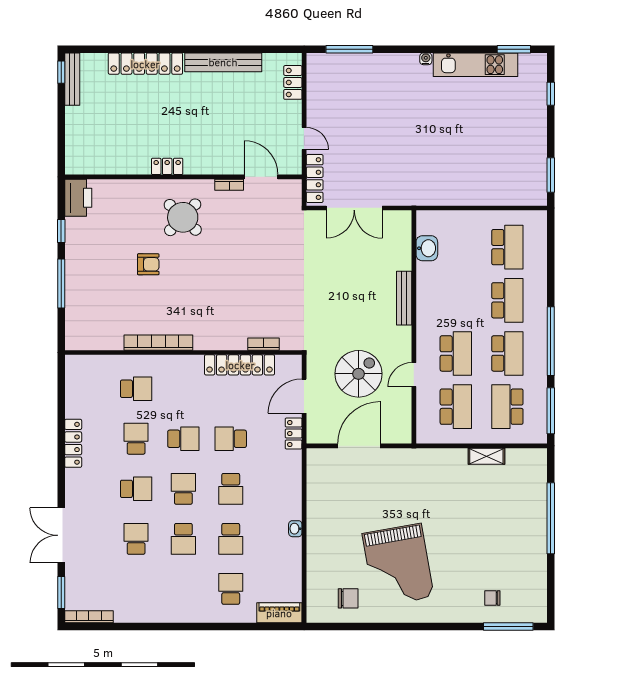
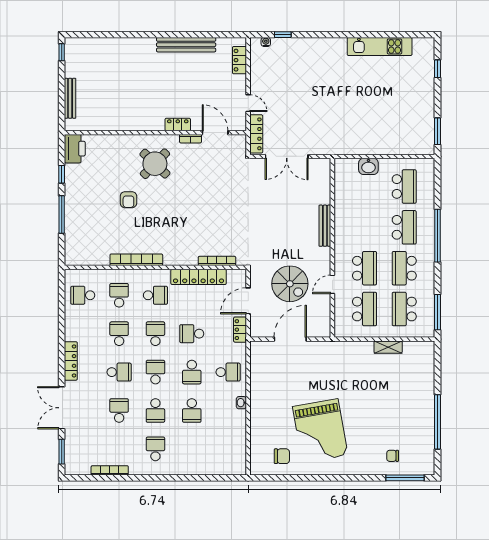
window: (349, 49) -> (283, 35), width x0.46
window: (514, 49) -> (409, 35), removed
water cooler: (426, 59) -> (266, 42), moved
locker: (145, 64) -> (126, 46), removed
bench: (72, 79) -> (70, 98), moved
locker: (167, 166) -> (178, 125), moved
washbasin: (427, 248) -> (368, 166), moved, turned 90
armchair: (148, 264) -> (128, 200), turned 90
window: (551, 341) -> (437, 236), moved
bookcase: (264, 344) -> (217, 261), width x1.56
school desk: (507, 353) -> (404, 268), turned 180
spiral stairs: (359, 374) -> (290, 284), turned 90
school desk: (89, 389) -> (83, 295), added
school desk: (136, 389) -> (119, 295), turned -90
school desk: (183, 389) -> (155, 295), added
school desk: (183, 439) -> (155, 334), turned -90
locker: (73, 443) -> (71, 361), moved
school desk: (278, 489) -> (228, 372), added
window: (551, 518) -> (437, 422), moved
school desk: (231, 589) -> (155, 449), moved
piano: (279, 613) -> (229, 467), removed
bookcase: (89, 617) -> (110, 470), moved

